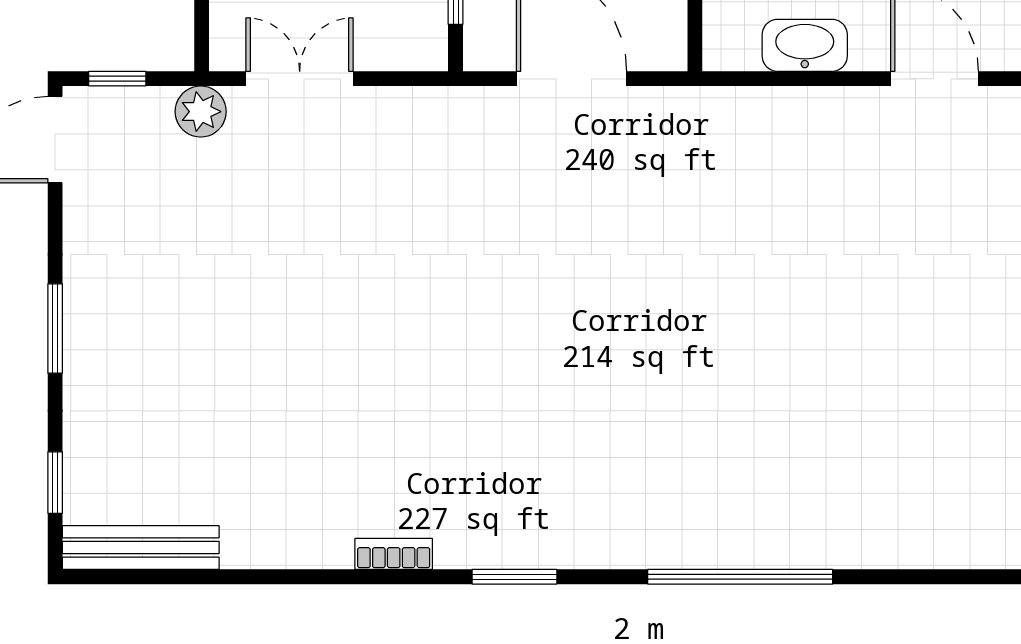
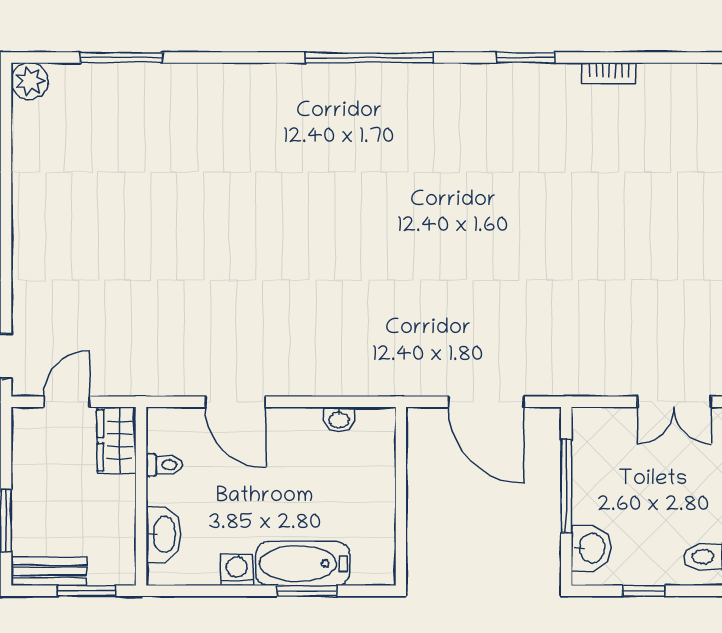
washbasin: (805, 45) -> (339, 419), width x0.52, depth x0.69

